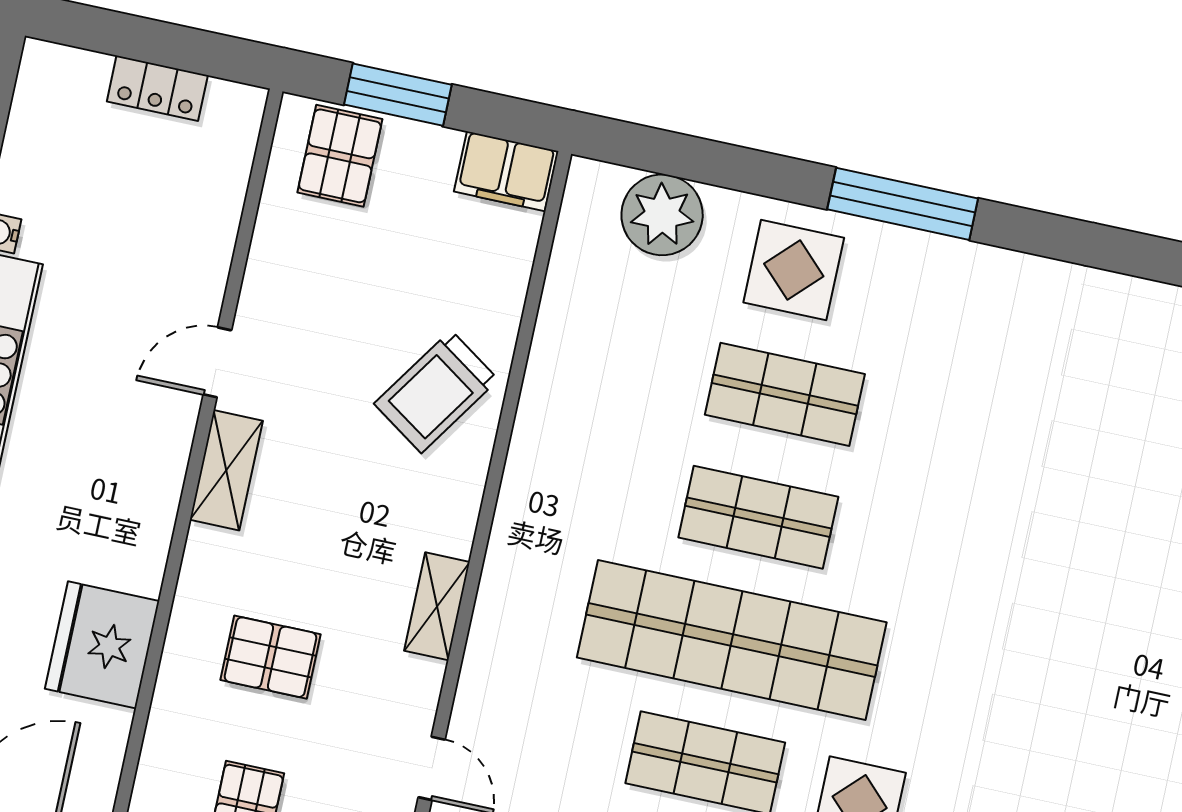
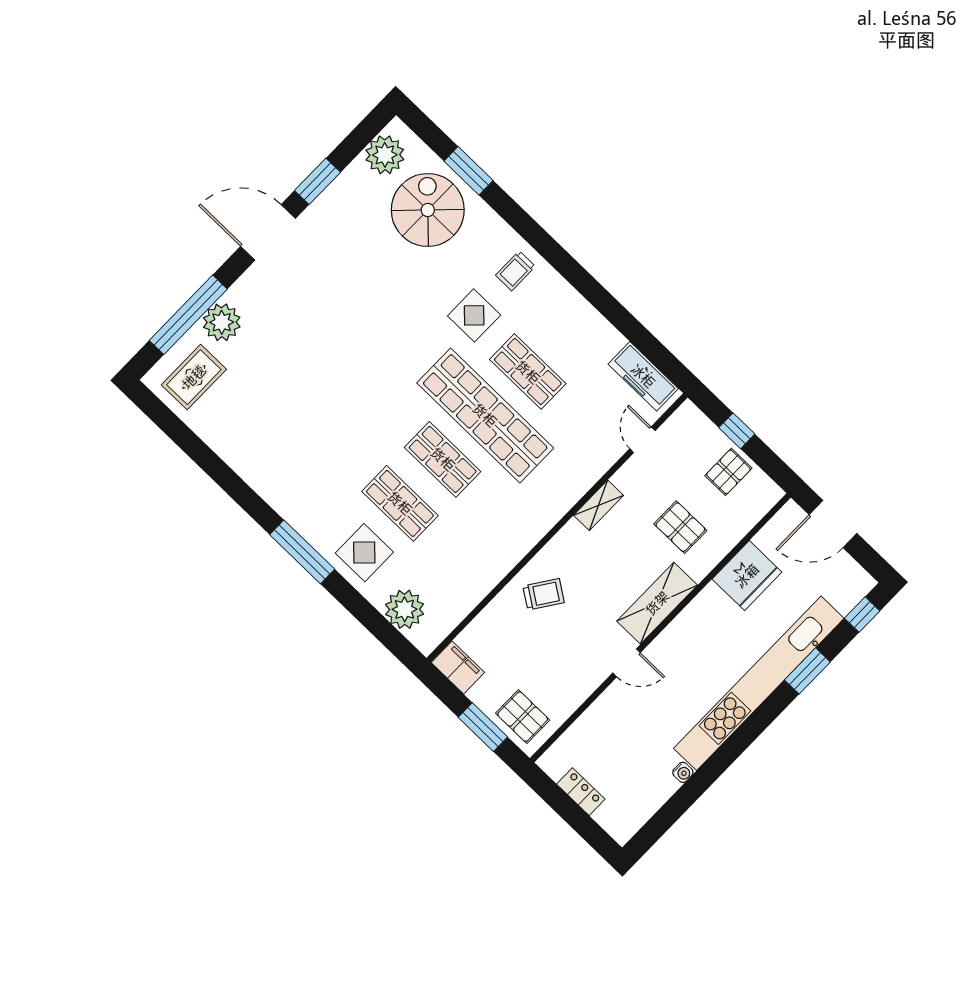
pallet: (340, 156) -> (523, 717), turned 90
trolley: (436, 392) -> (544, 594), width x0.73, depth x0.72
shelving: (226, 470) -> (657, 603), width x1.50, depth x1.33

